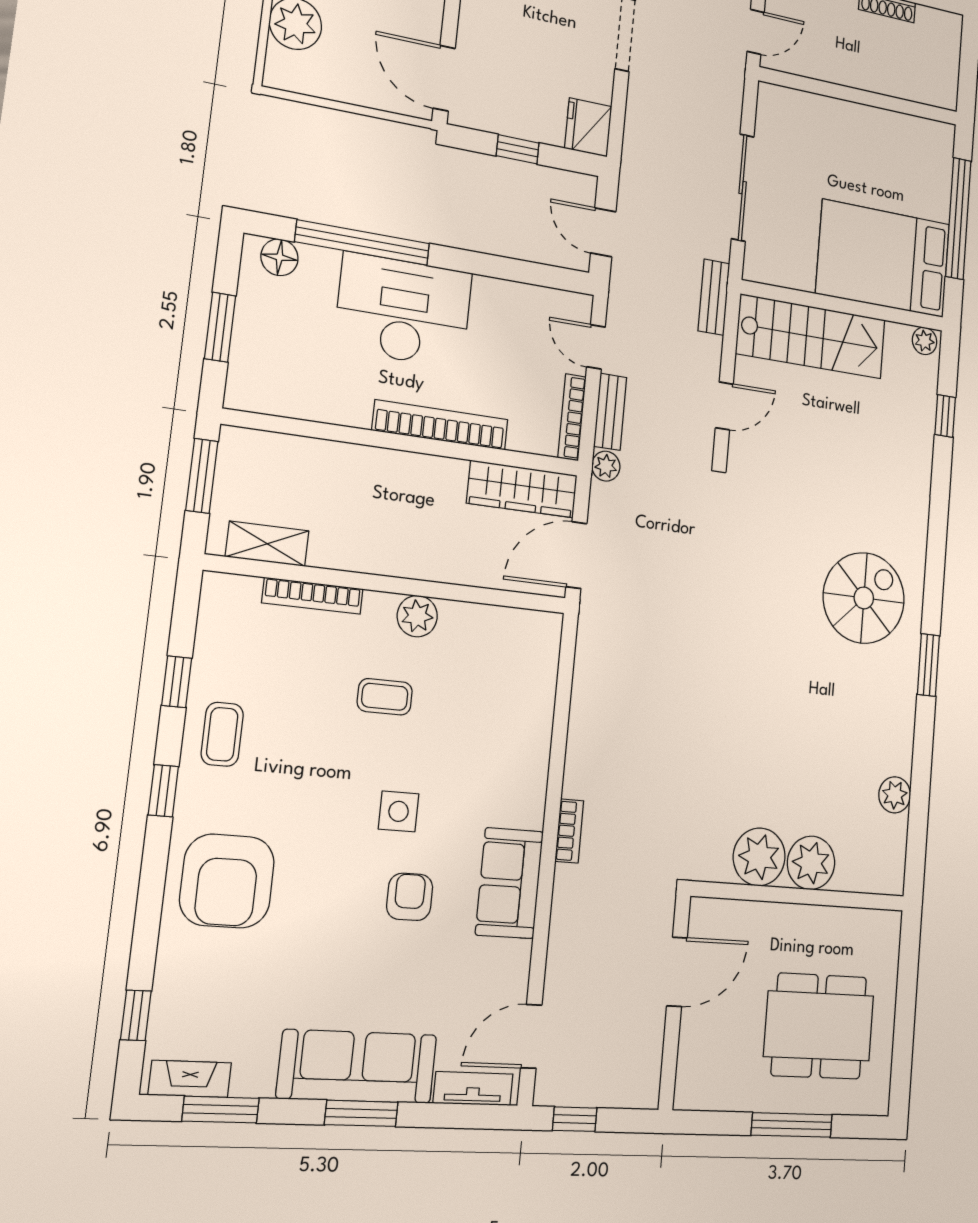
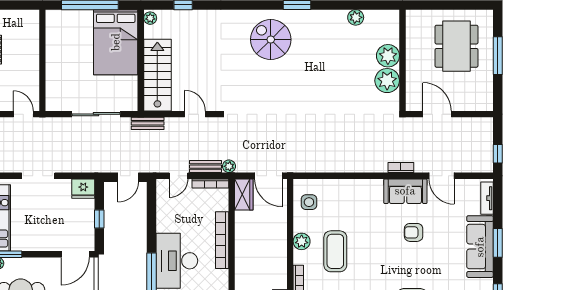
wardrobe: (522, 489) -> (244, 194), width x0.67
coffee table: (385, 697) -> (335, 251), width x1.86, depth x1.72
side table: (399, 811) -> (309, 202), moved
bookcase: (569, 831) -> (401, 168), moved
door: (531, 1036) -> (441, 176), moved

